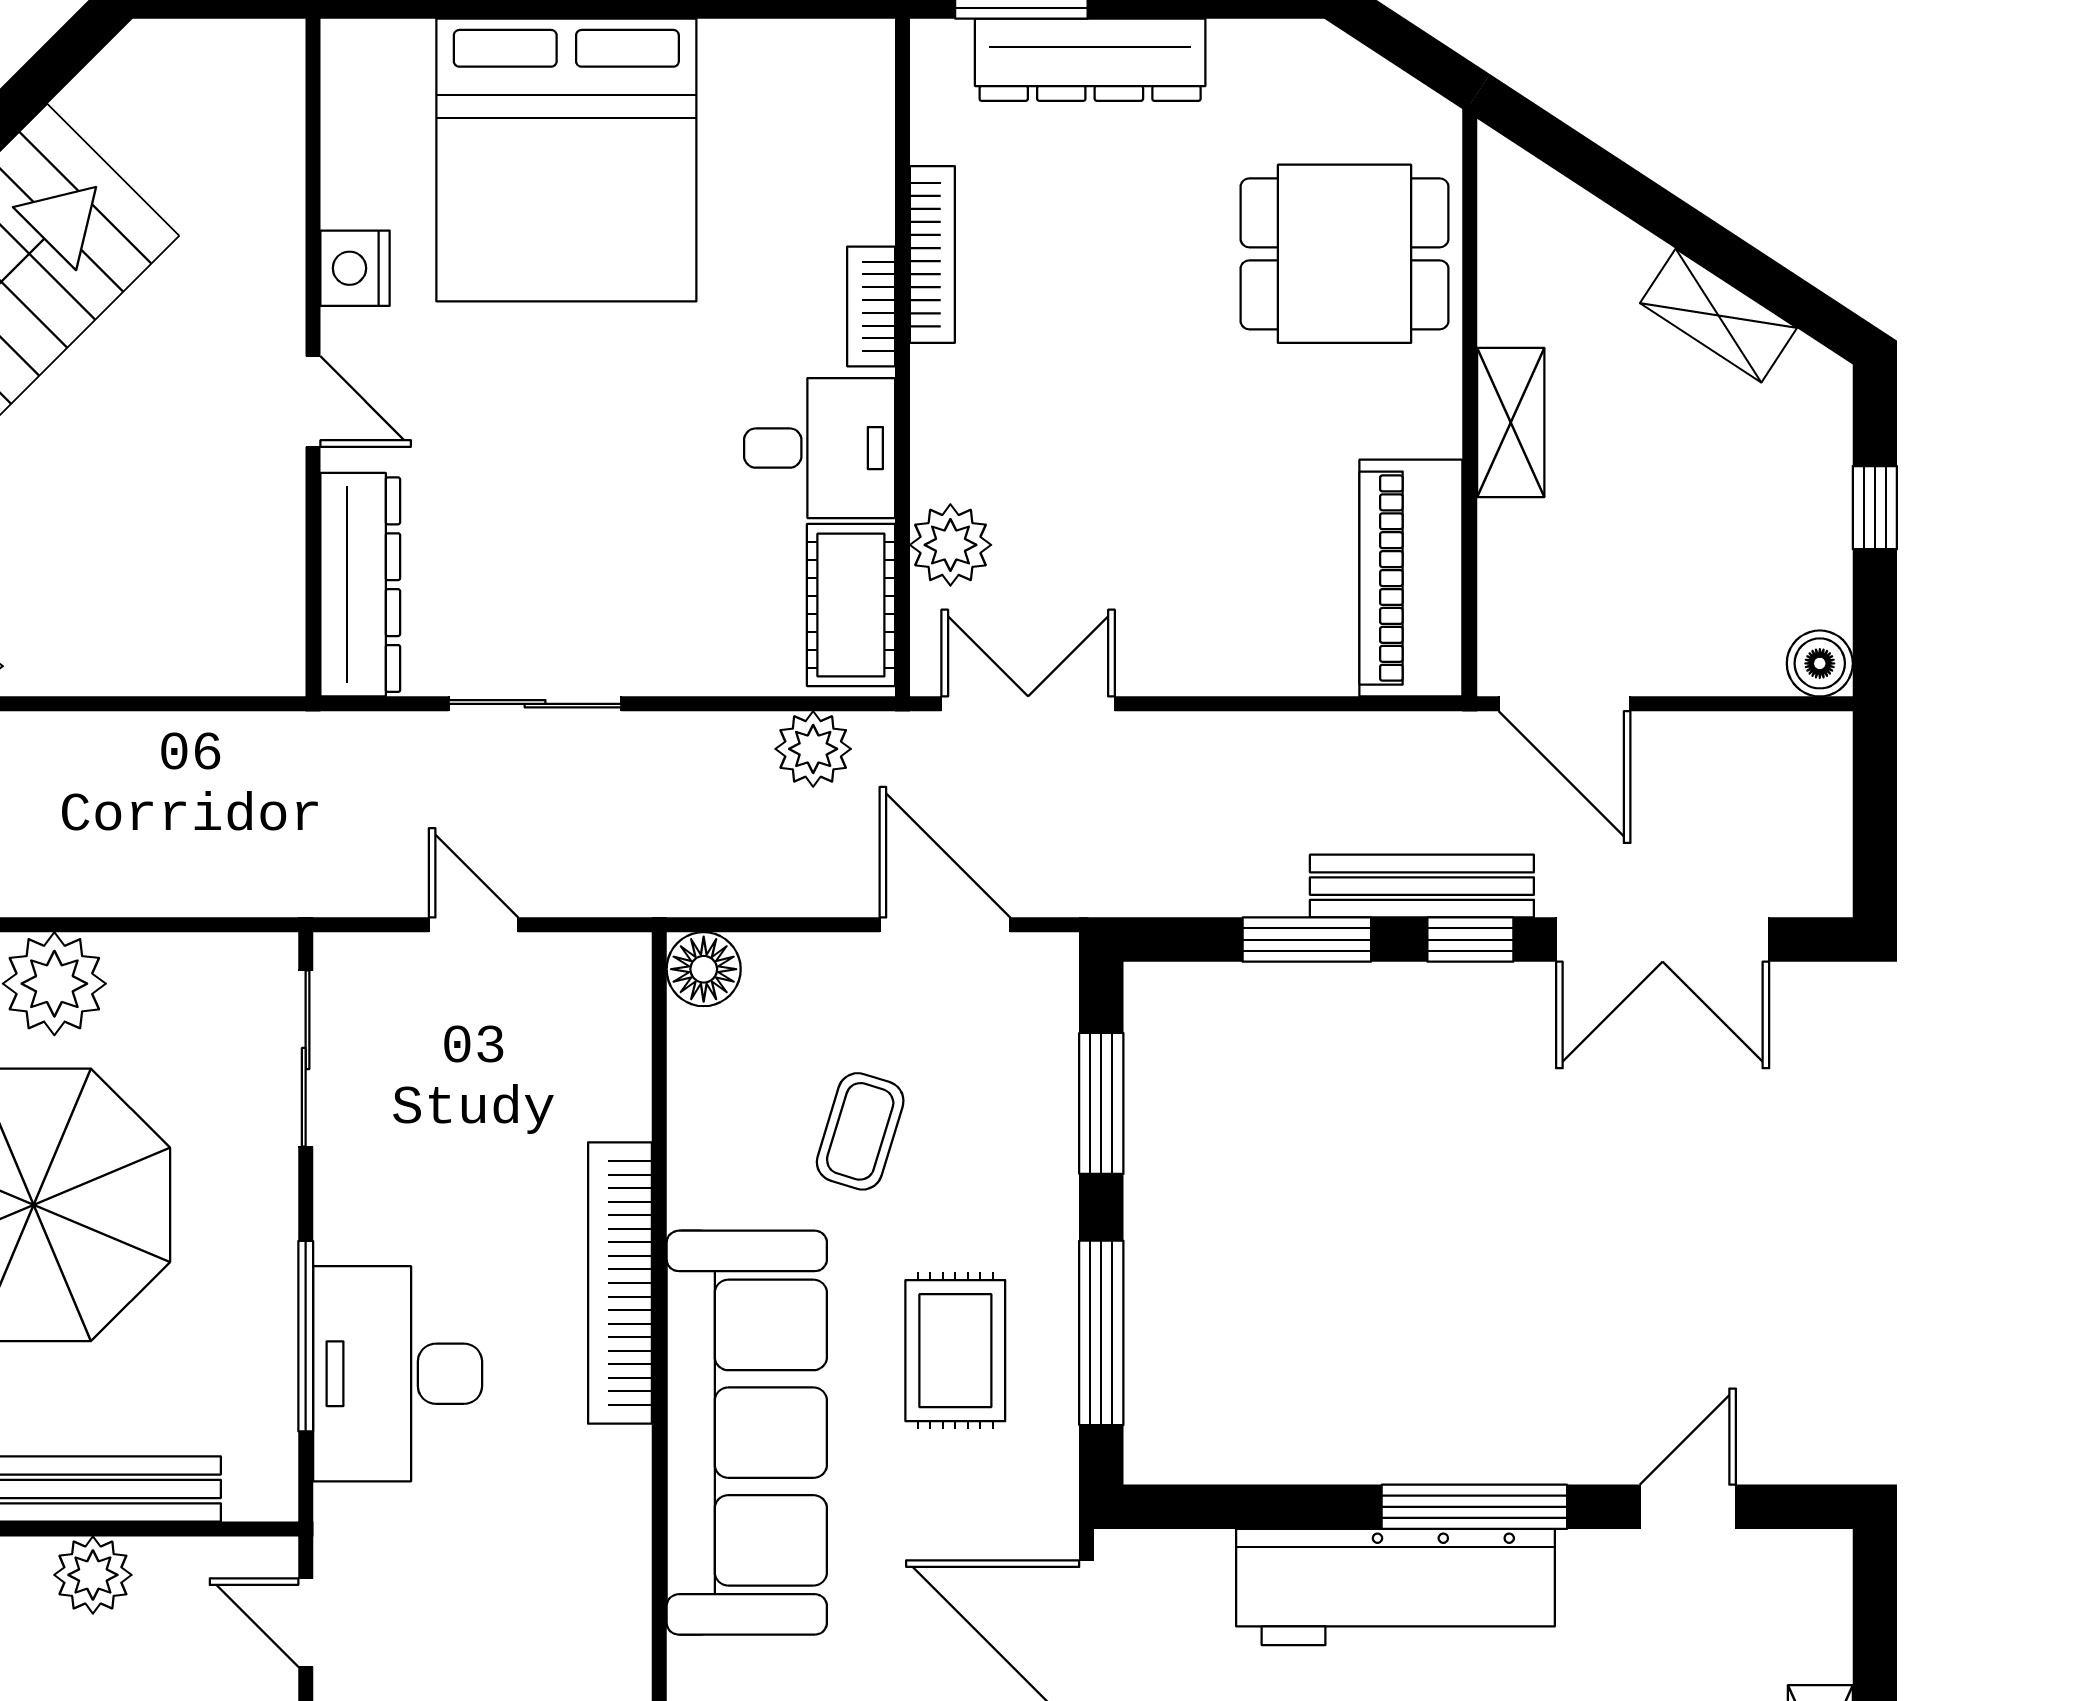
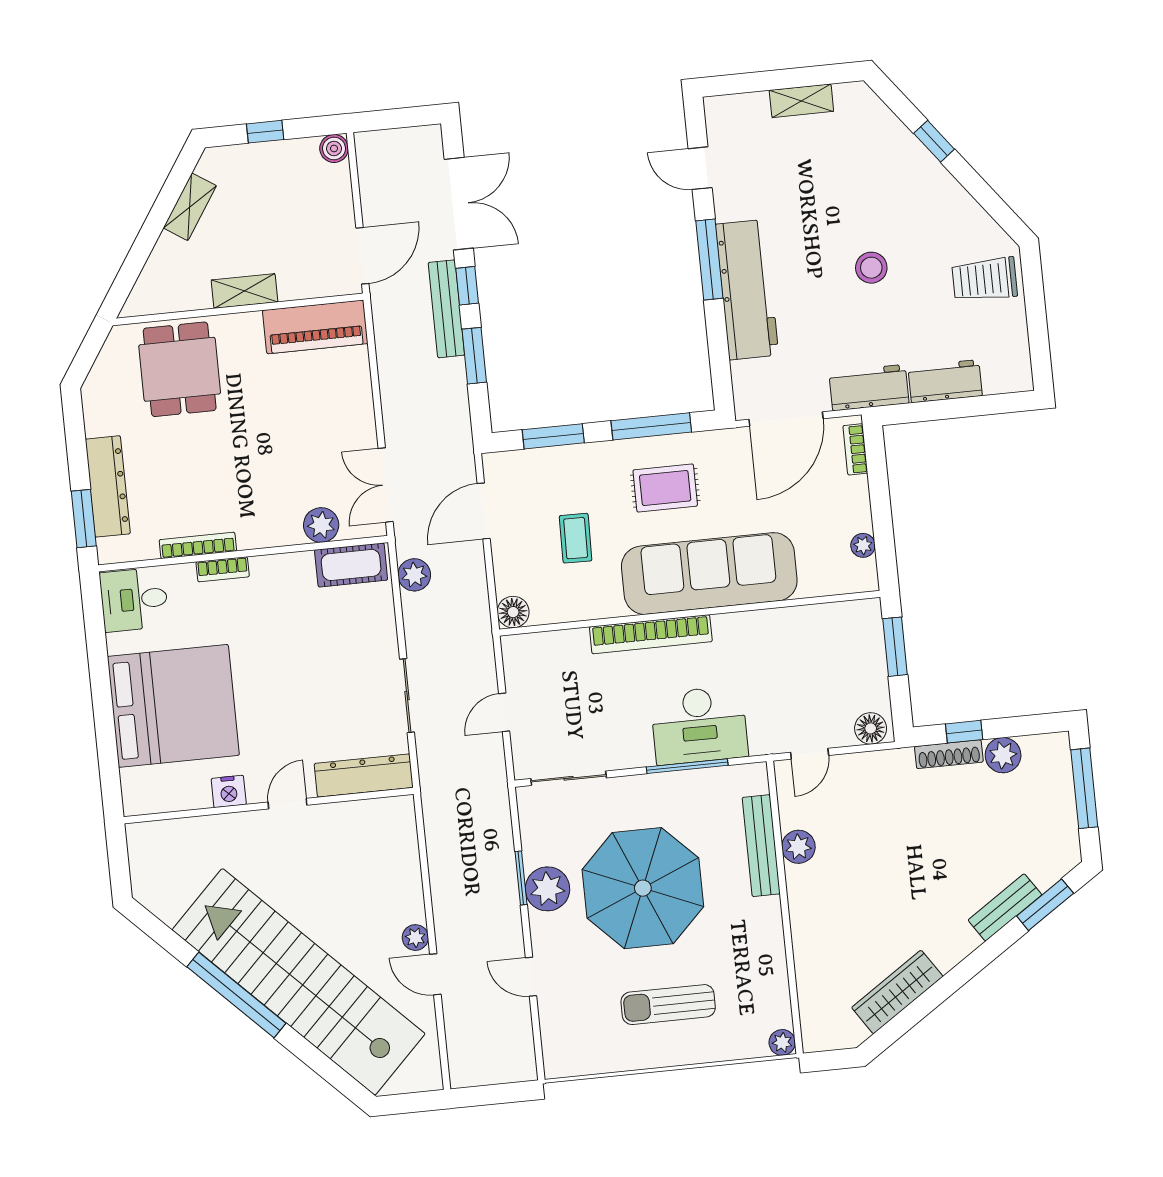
desk: (820, 448) -> (134, 600), moved, turned -90
window: (86, 925) -> (521, 878), added
coffee table: (860, 1131) -> (576, 538), turned 74

